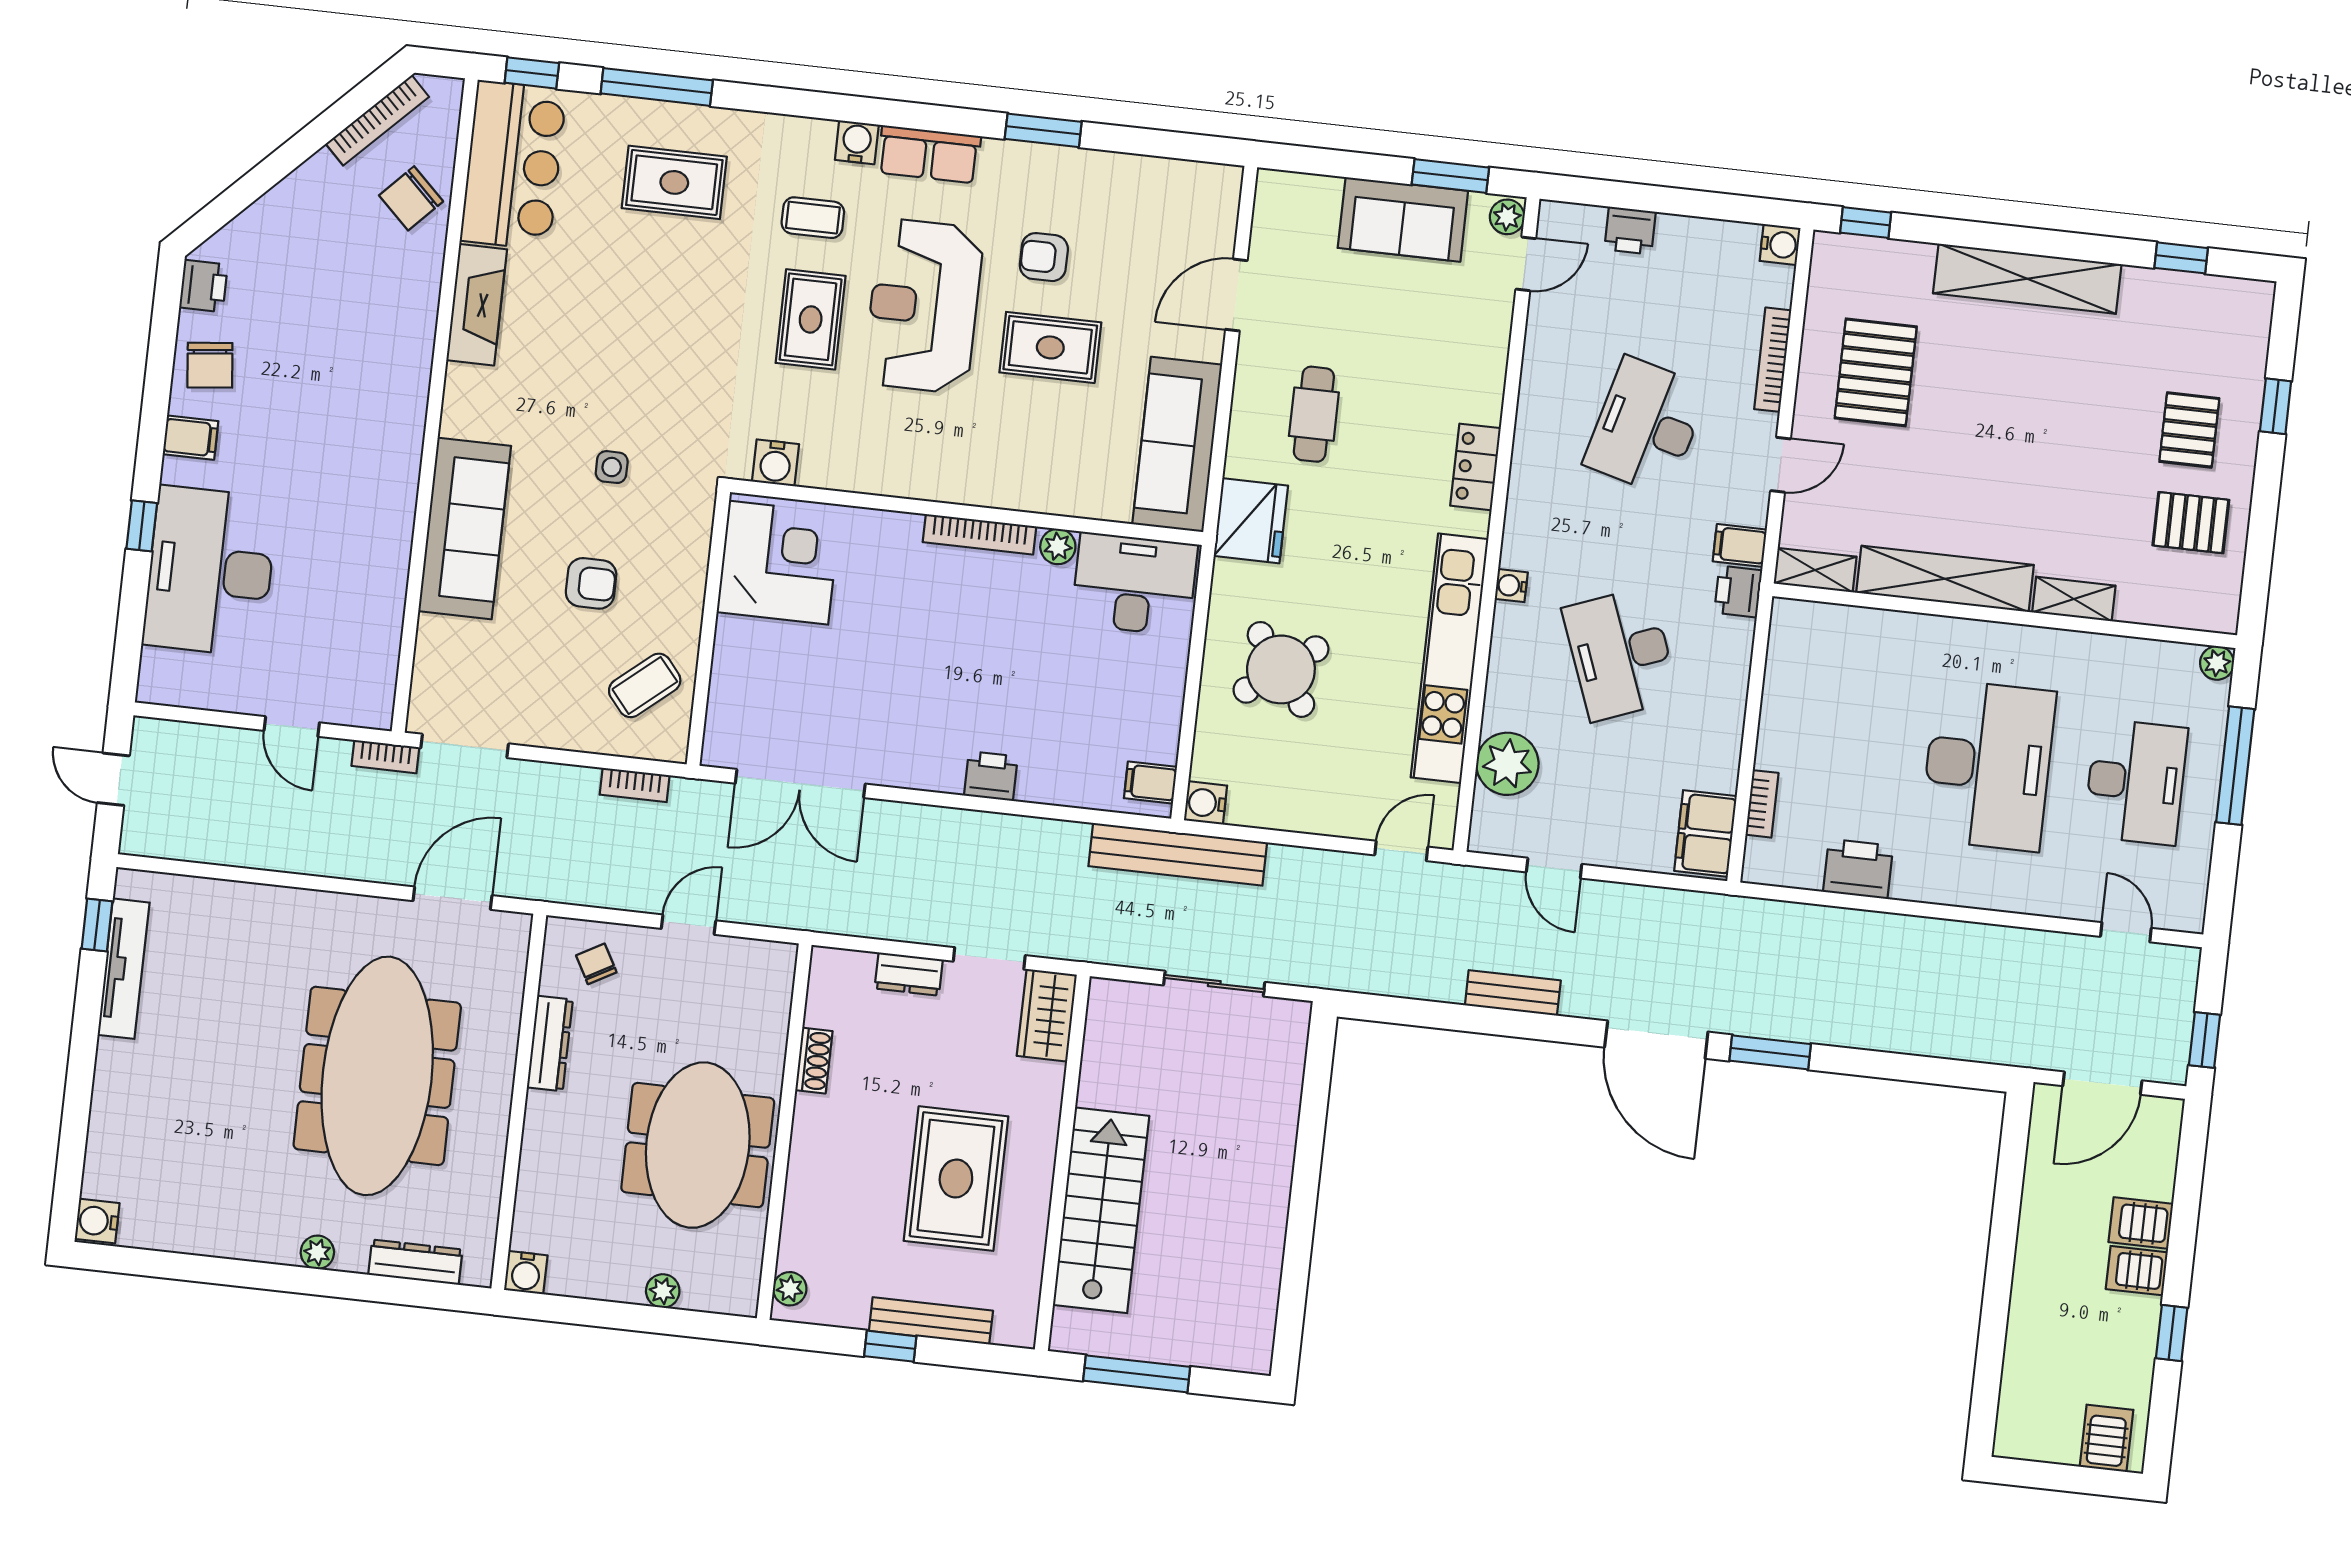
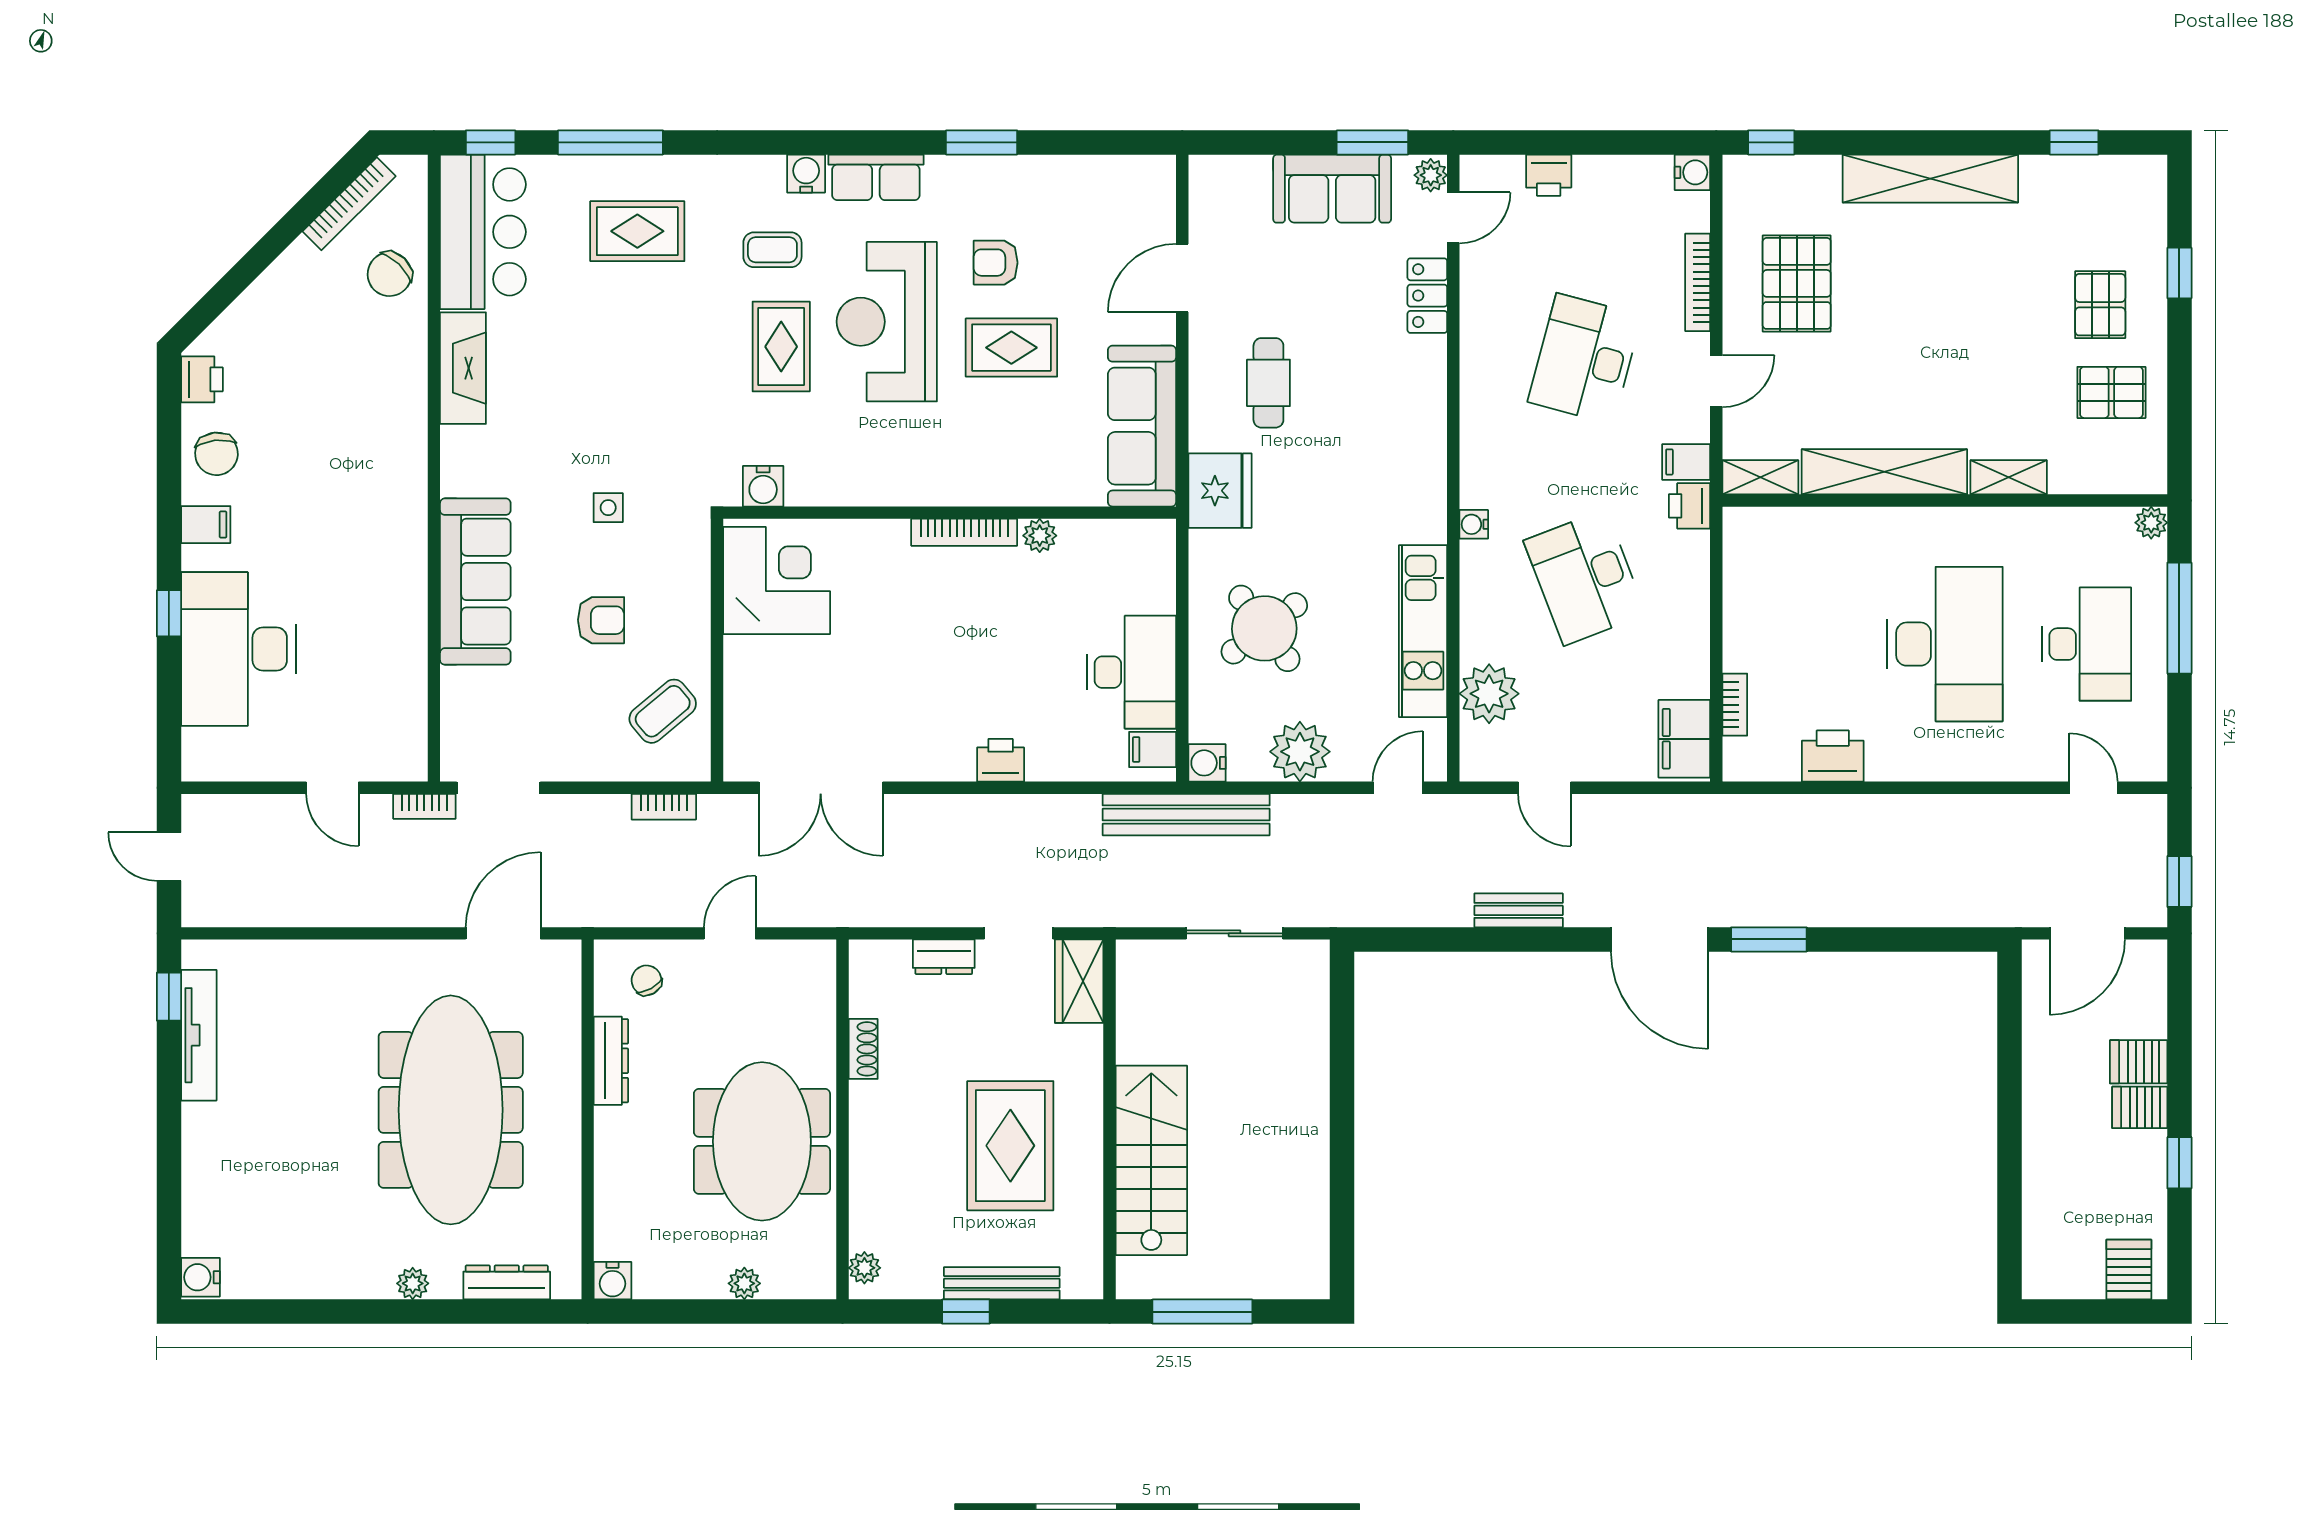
locker: (1476, 467) -> (1427, 296), moved
desk: (1134, 584) -> (1132, 672), moved, turned 90
kitchen unit: (1450, 658) -> (1423, 631), width x0.73
plant: (1304, 802) -> (1300, 752), added

